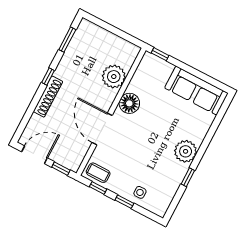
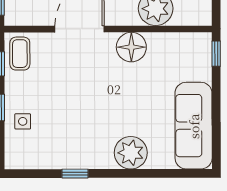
plant: (186, 151) -> (131, 153), moved

